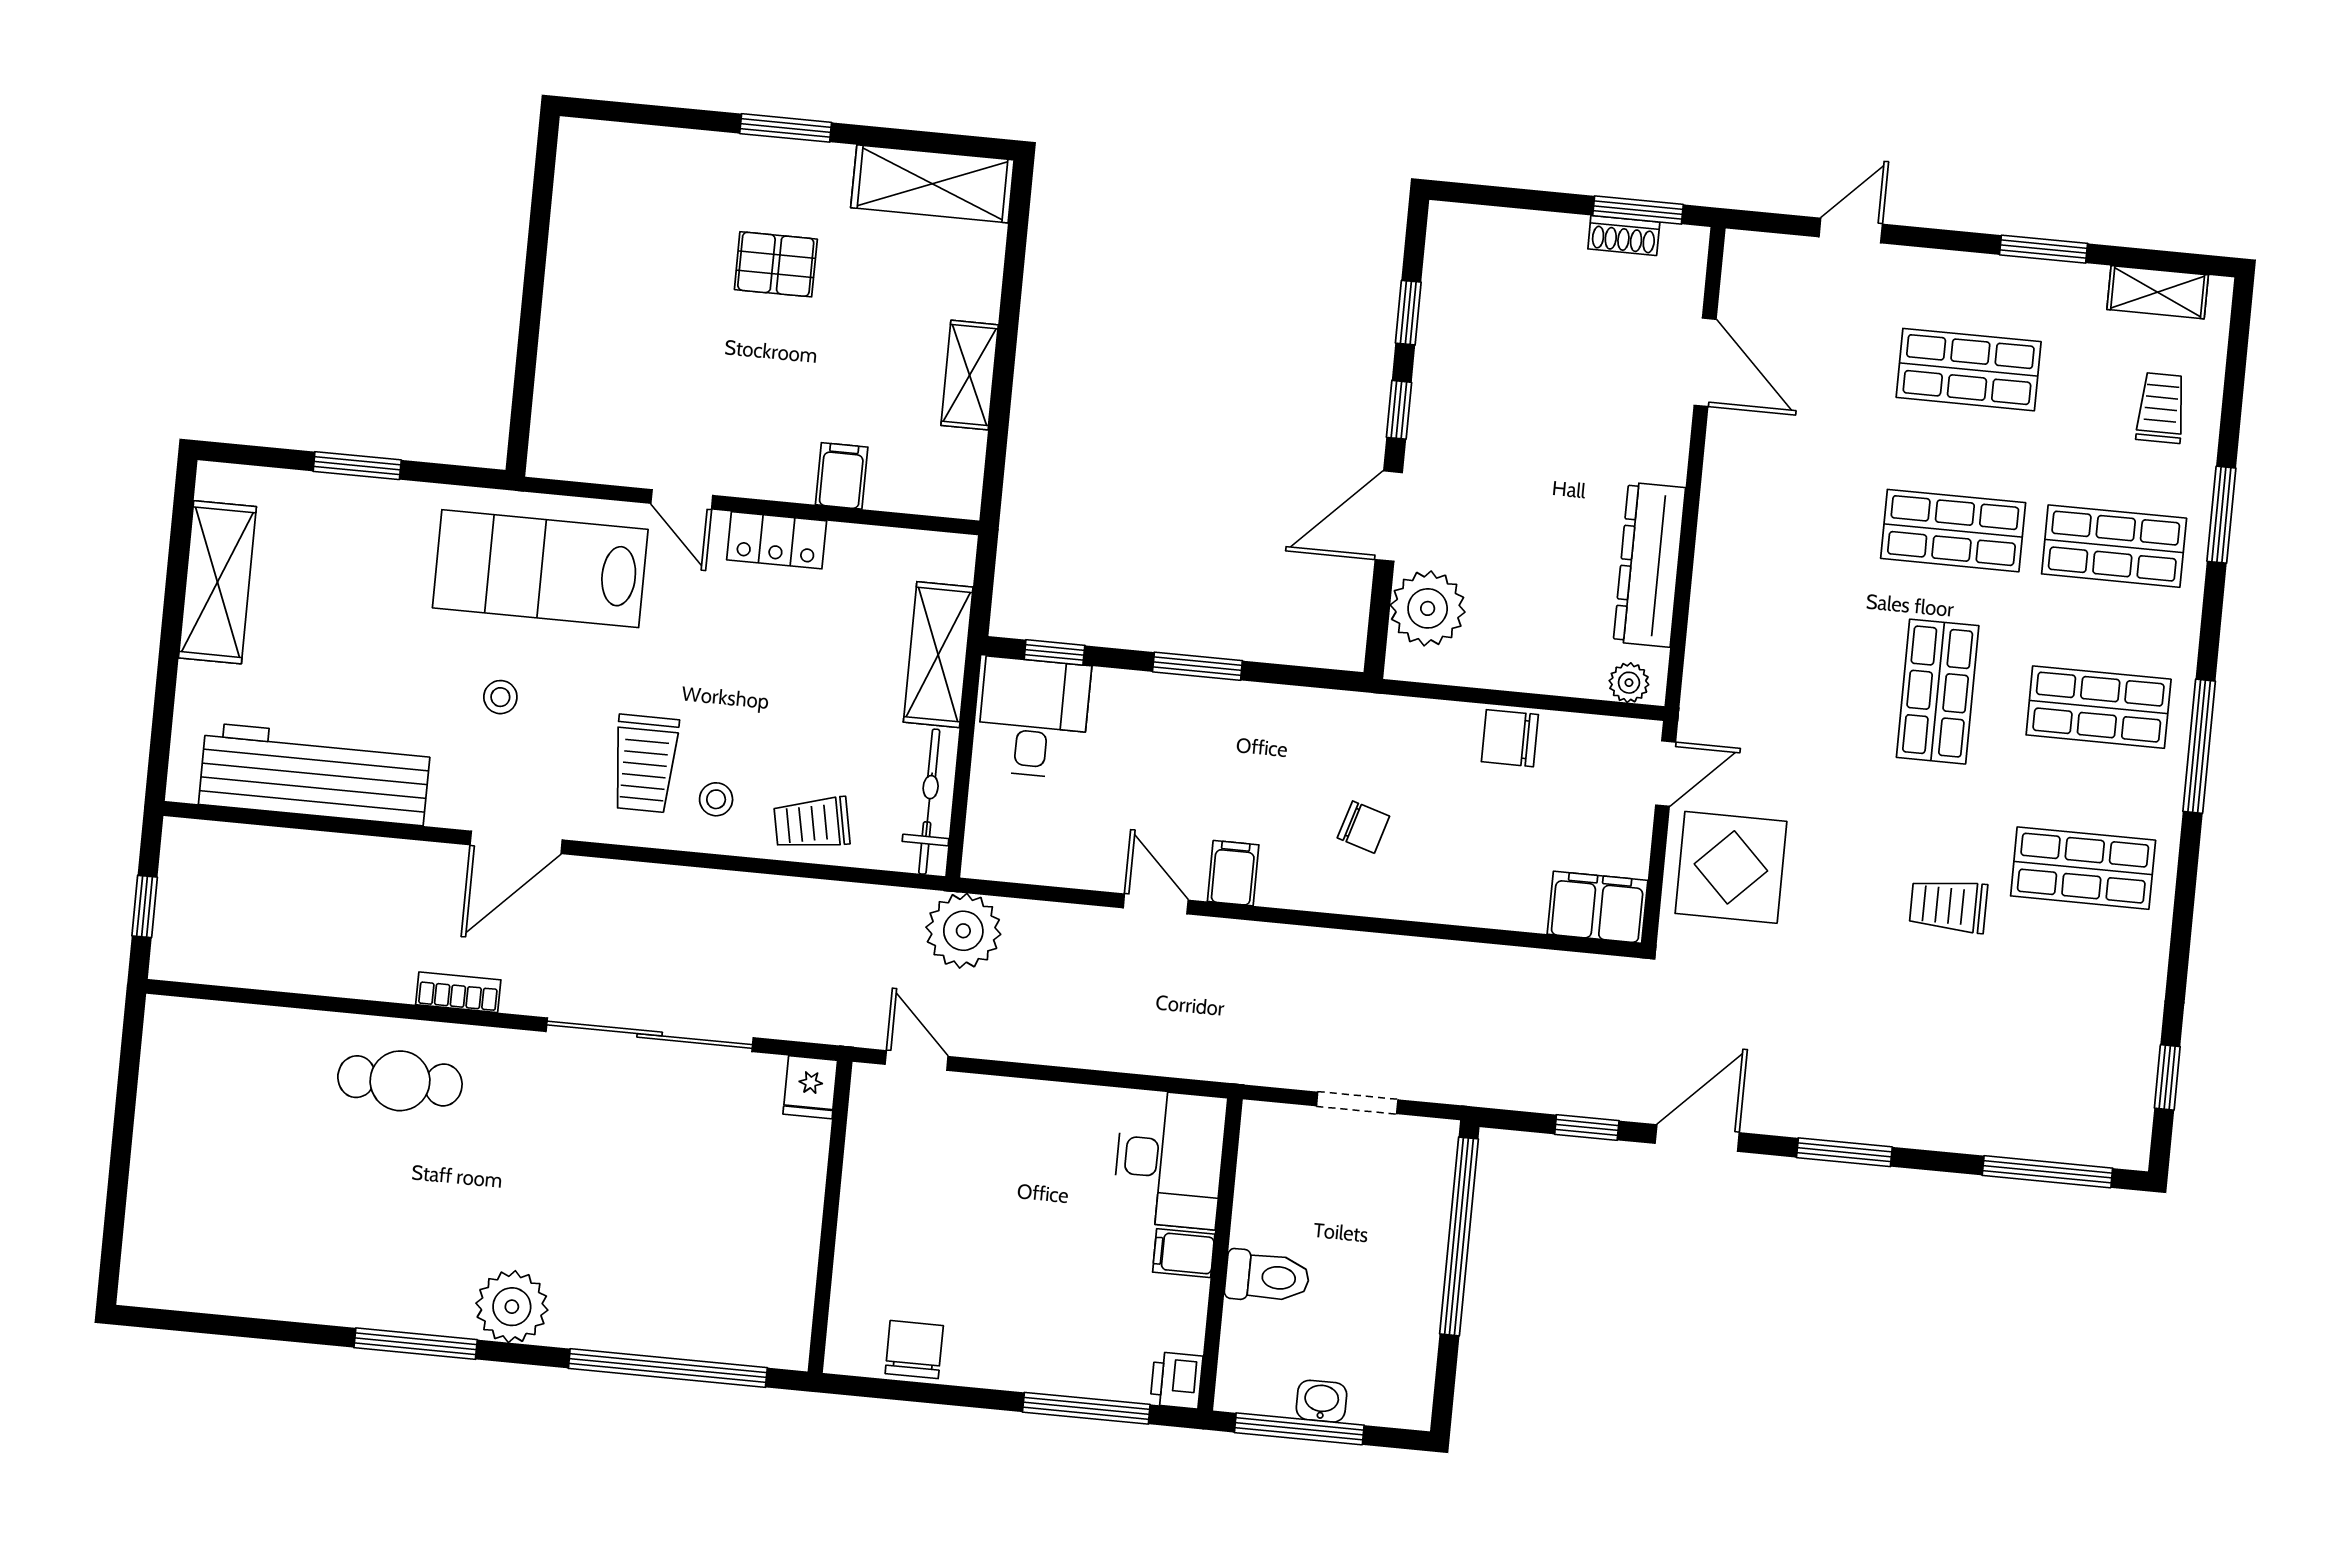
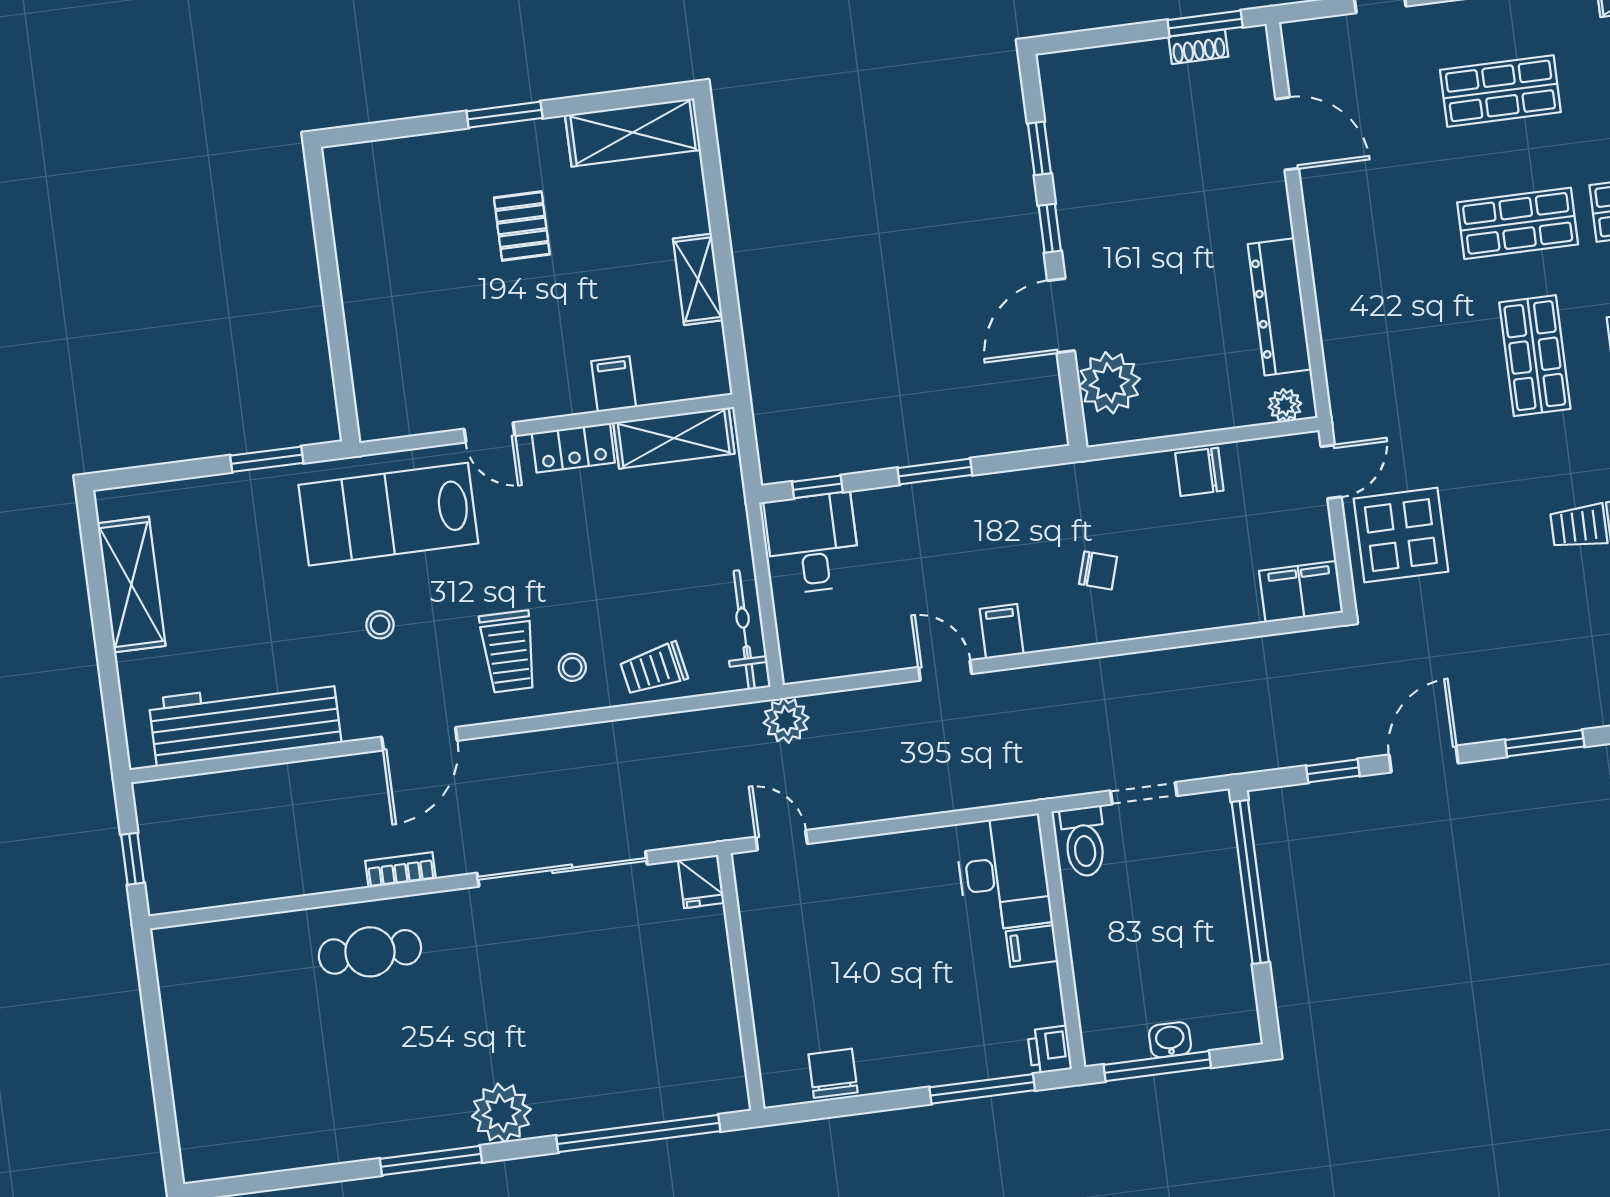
pallet: (776, 264) -> (522, 226), turned 90
window: (357, 466) -> (267, 459), moved
shelving: (938, 655) -> (674, 438), moved, turned 90
plant: (963, 931) -> (786, 720), width x0.73, depth x0.73
toilet: (1267, 1277) -> (1084, 842), moved, turned 90

